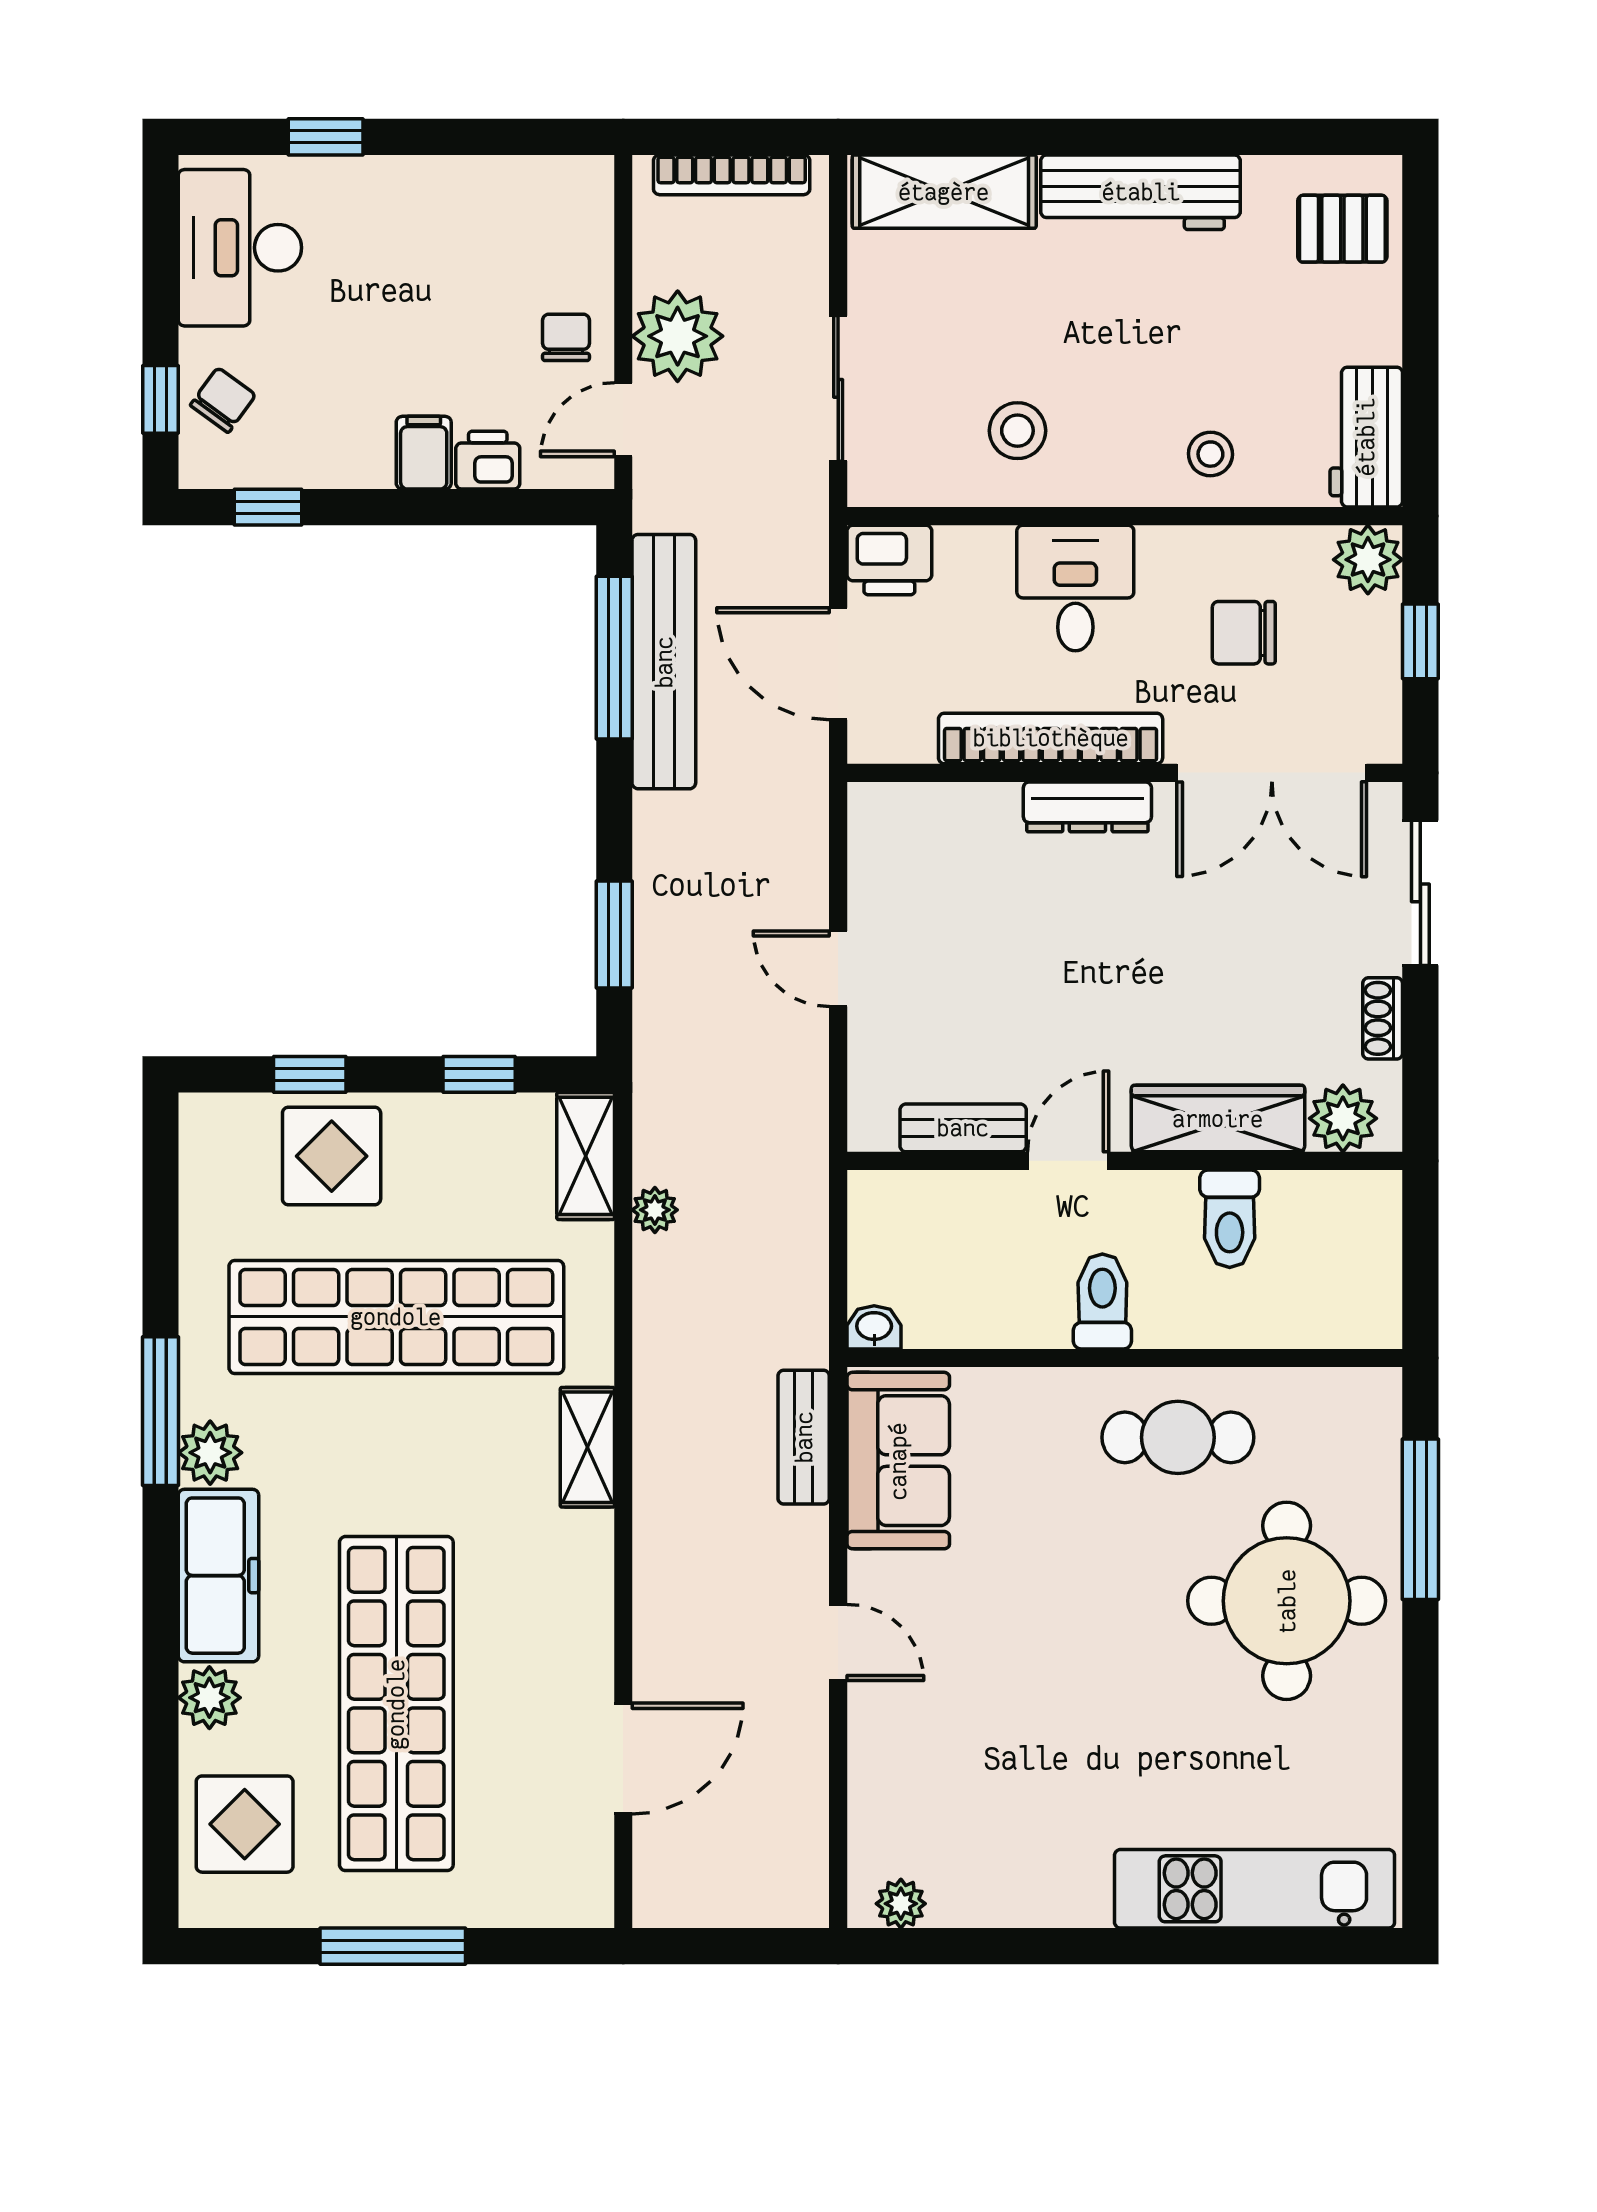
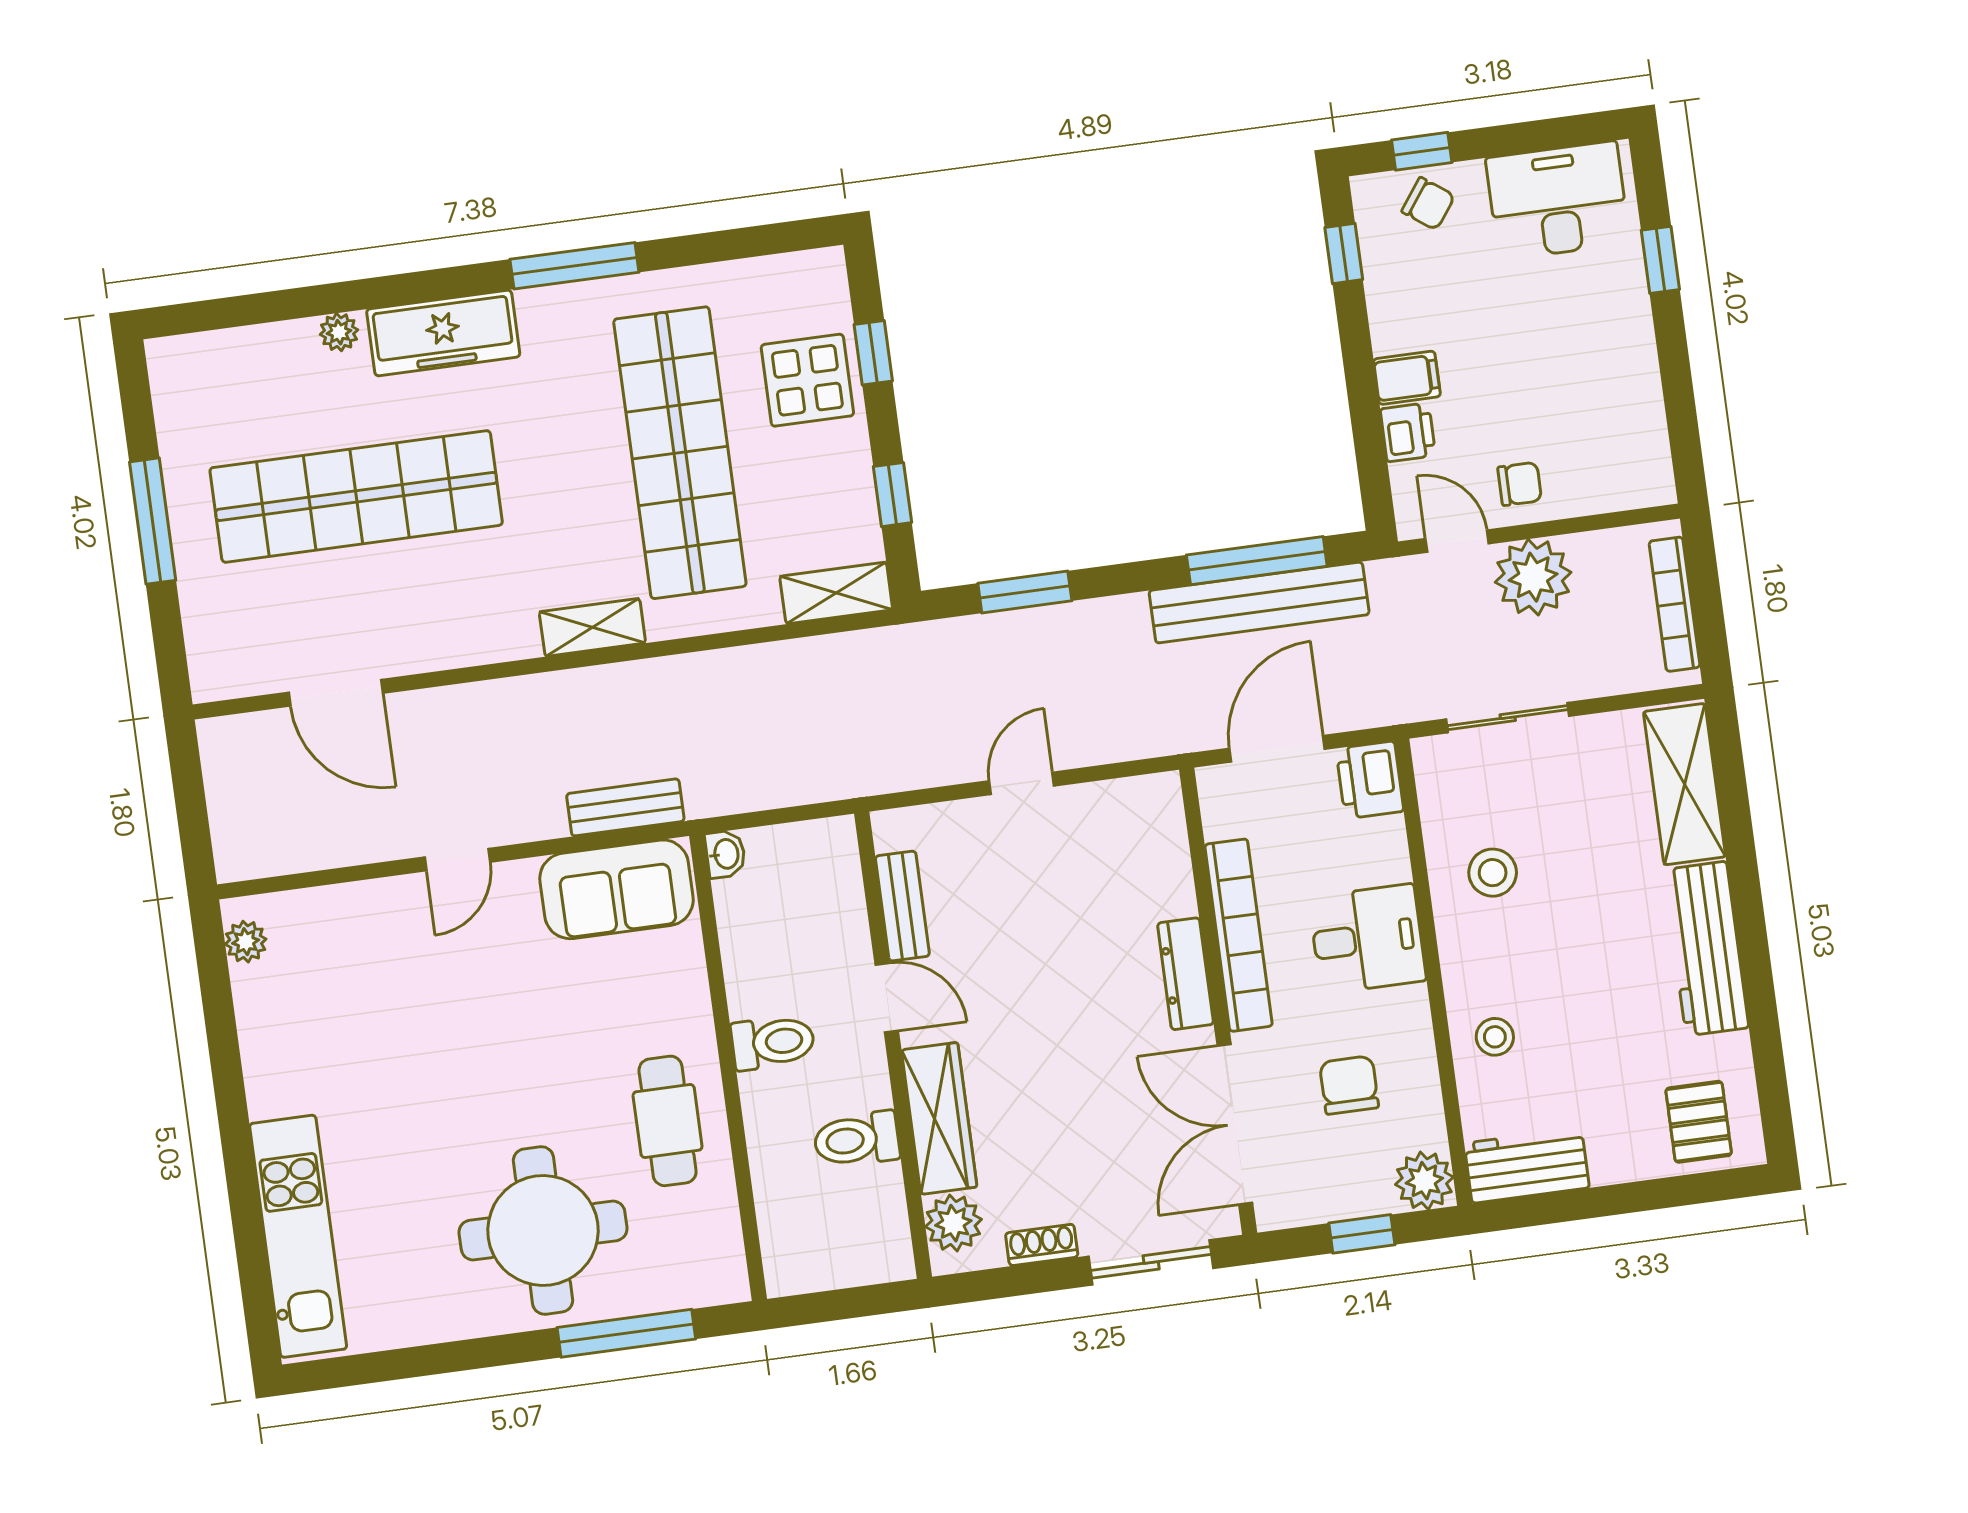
plant: (655, 1210) -> (799, 657), removed
plant: (210, 1453) -> (545, 312), removed
plant: (209, 1698) -> (339, 332), width x0.73, depth x0.73
display table: (245, 1824) -> (238, 383), removed

